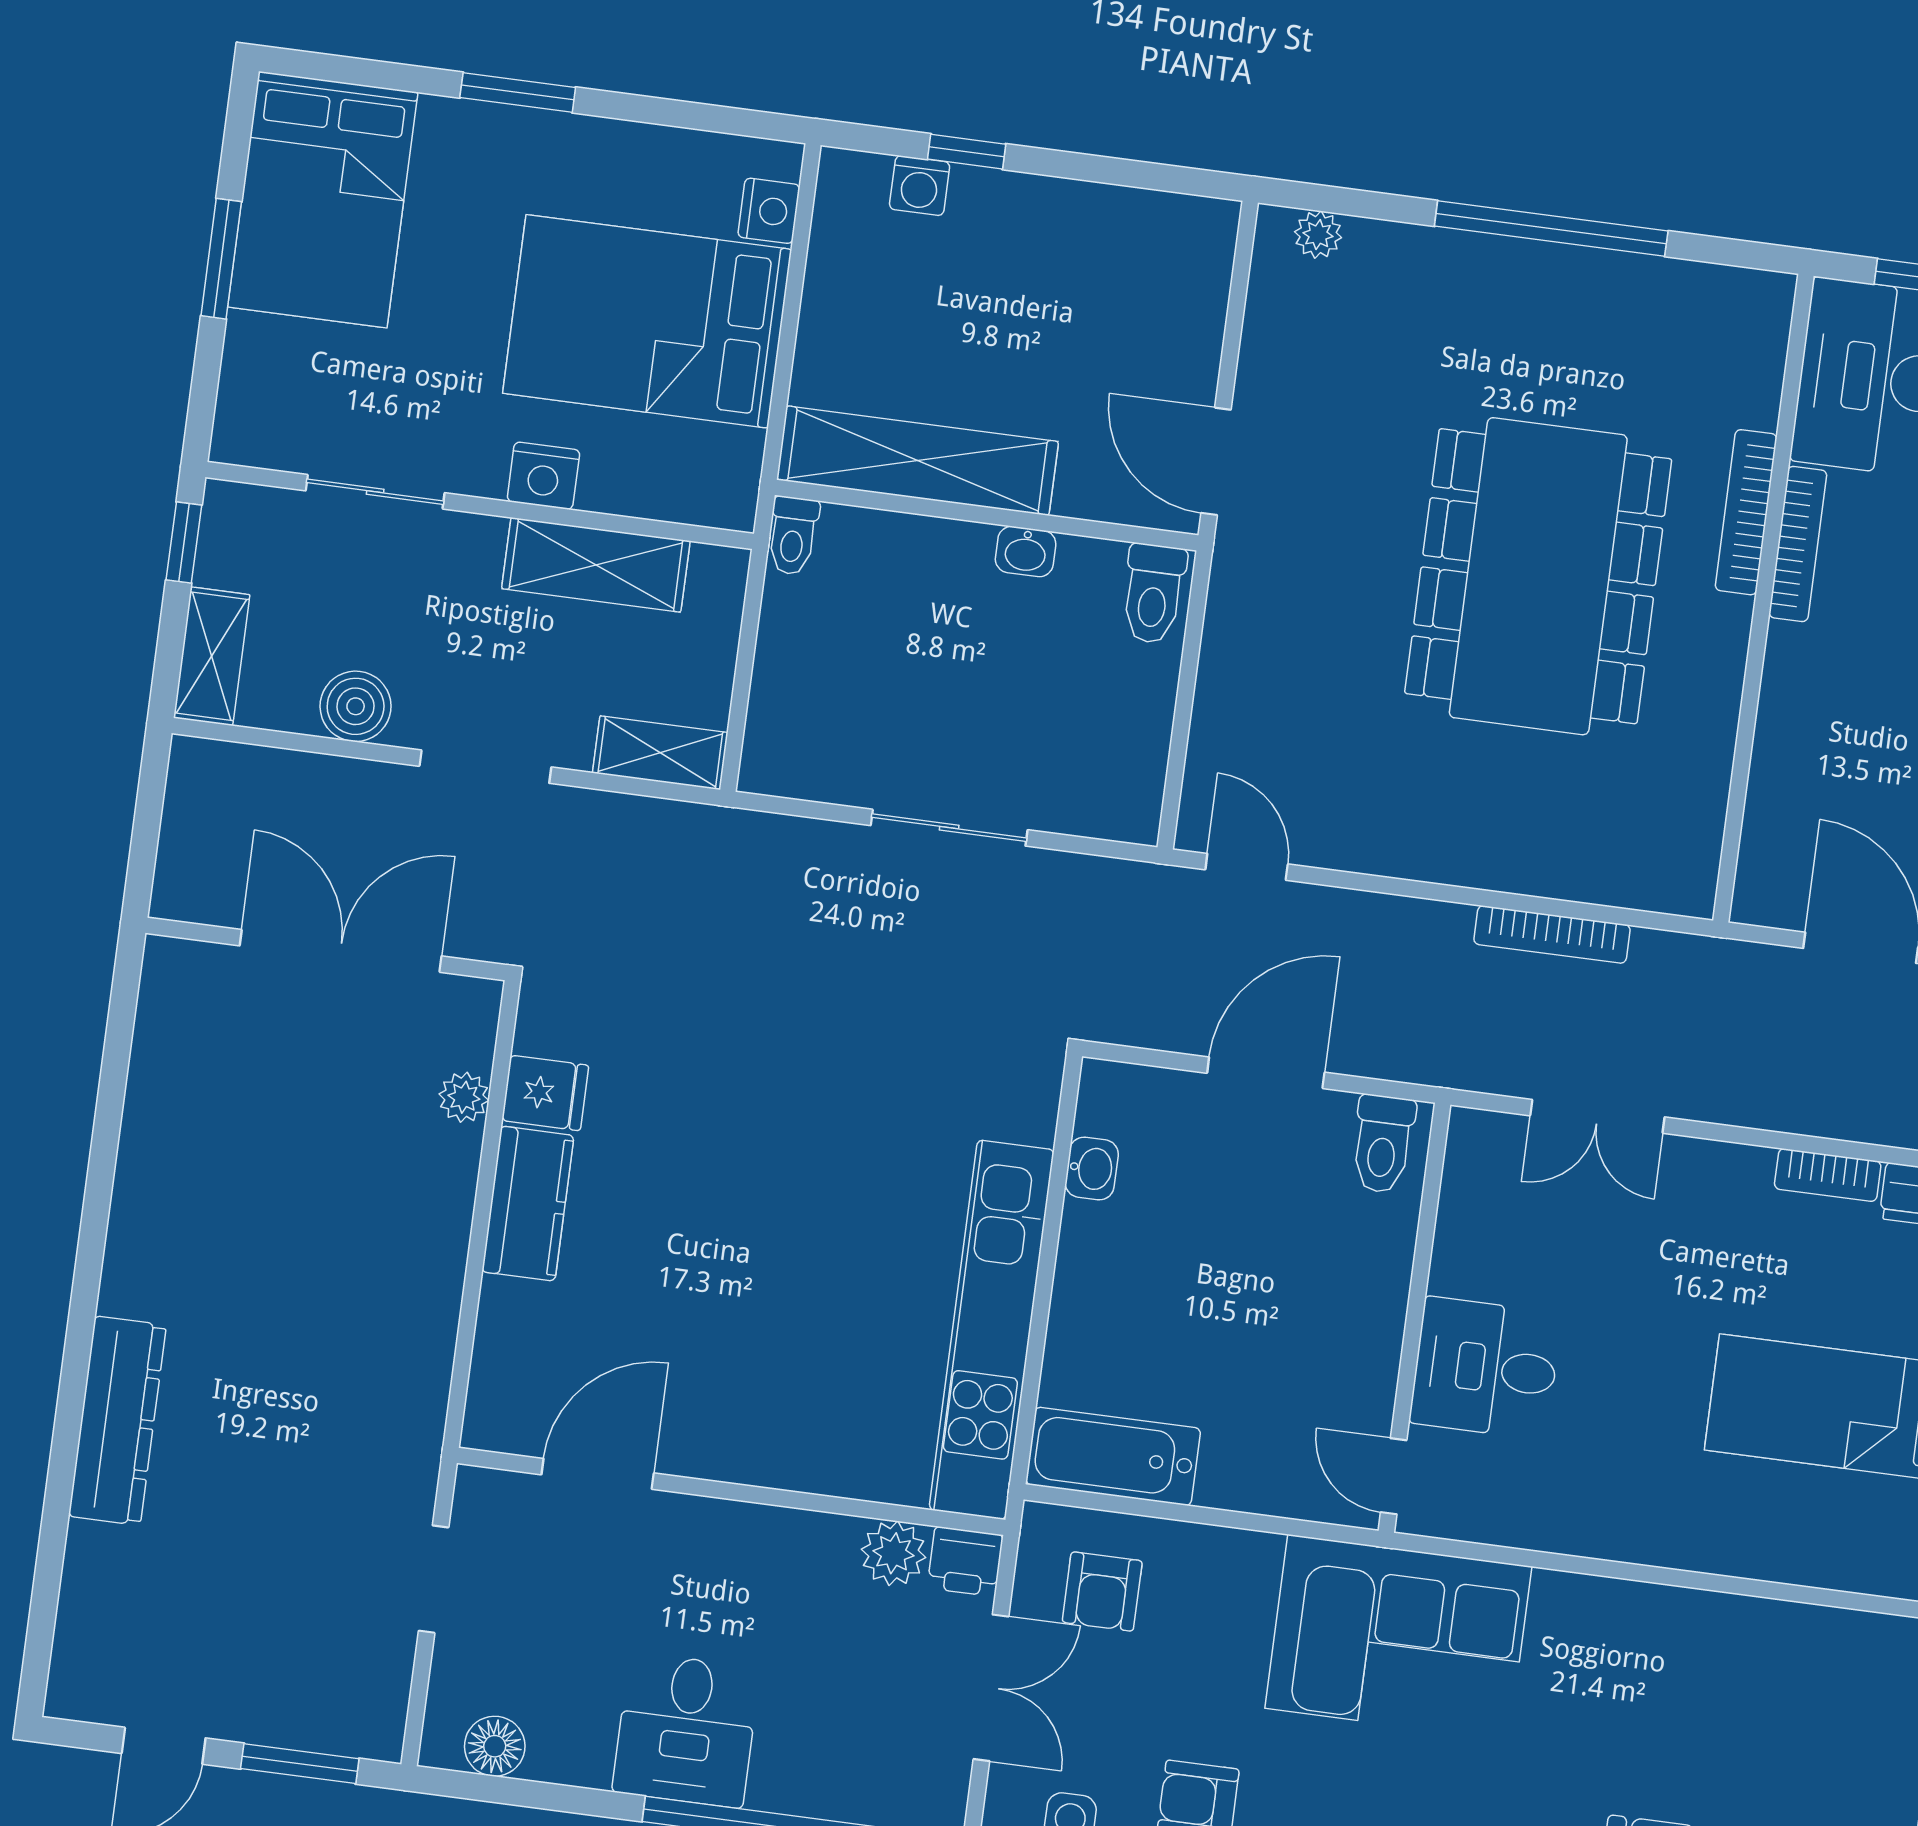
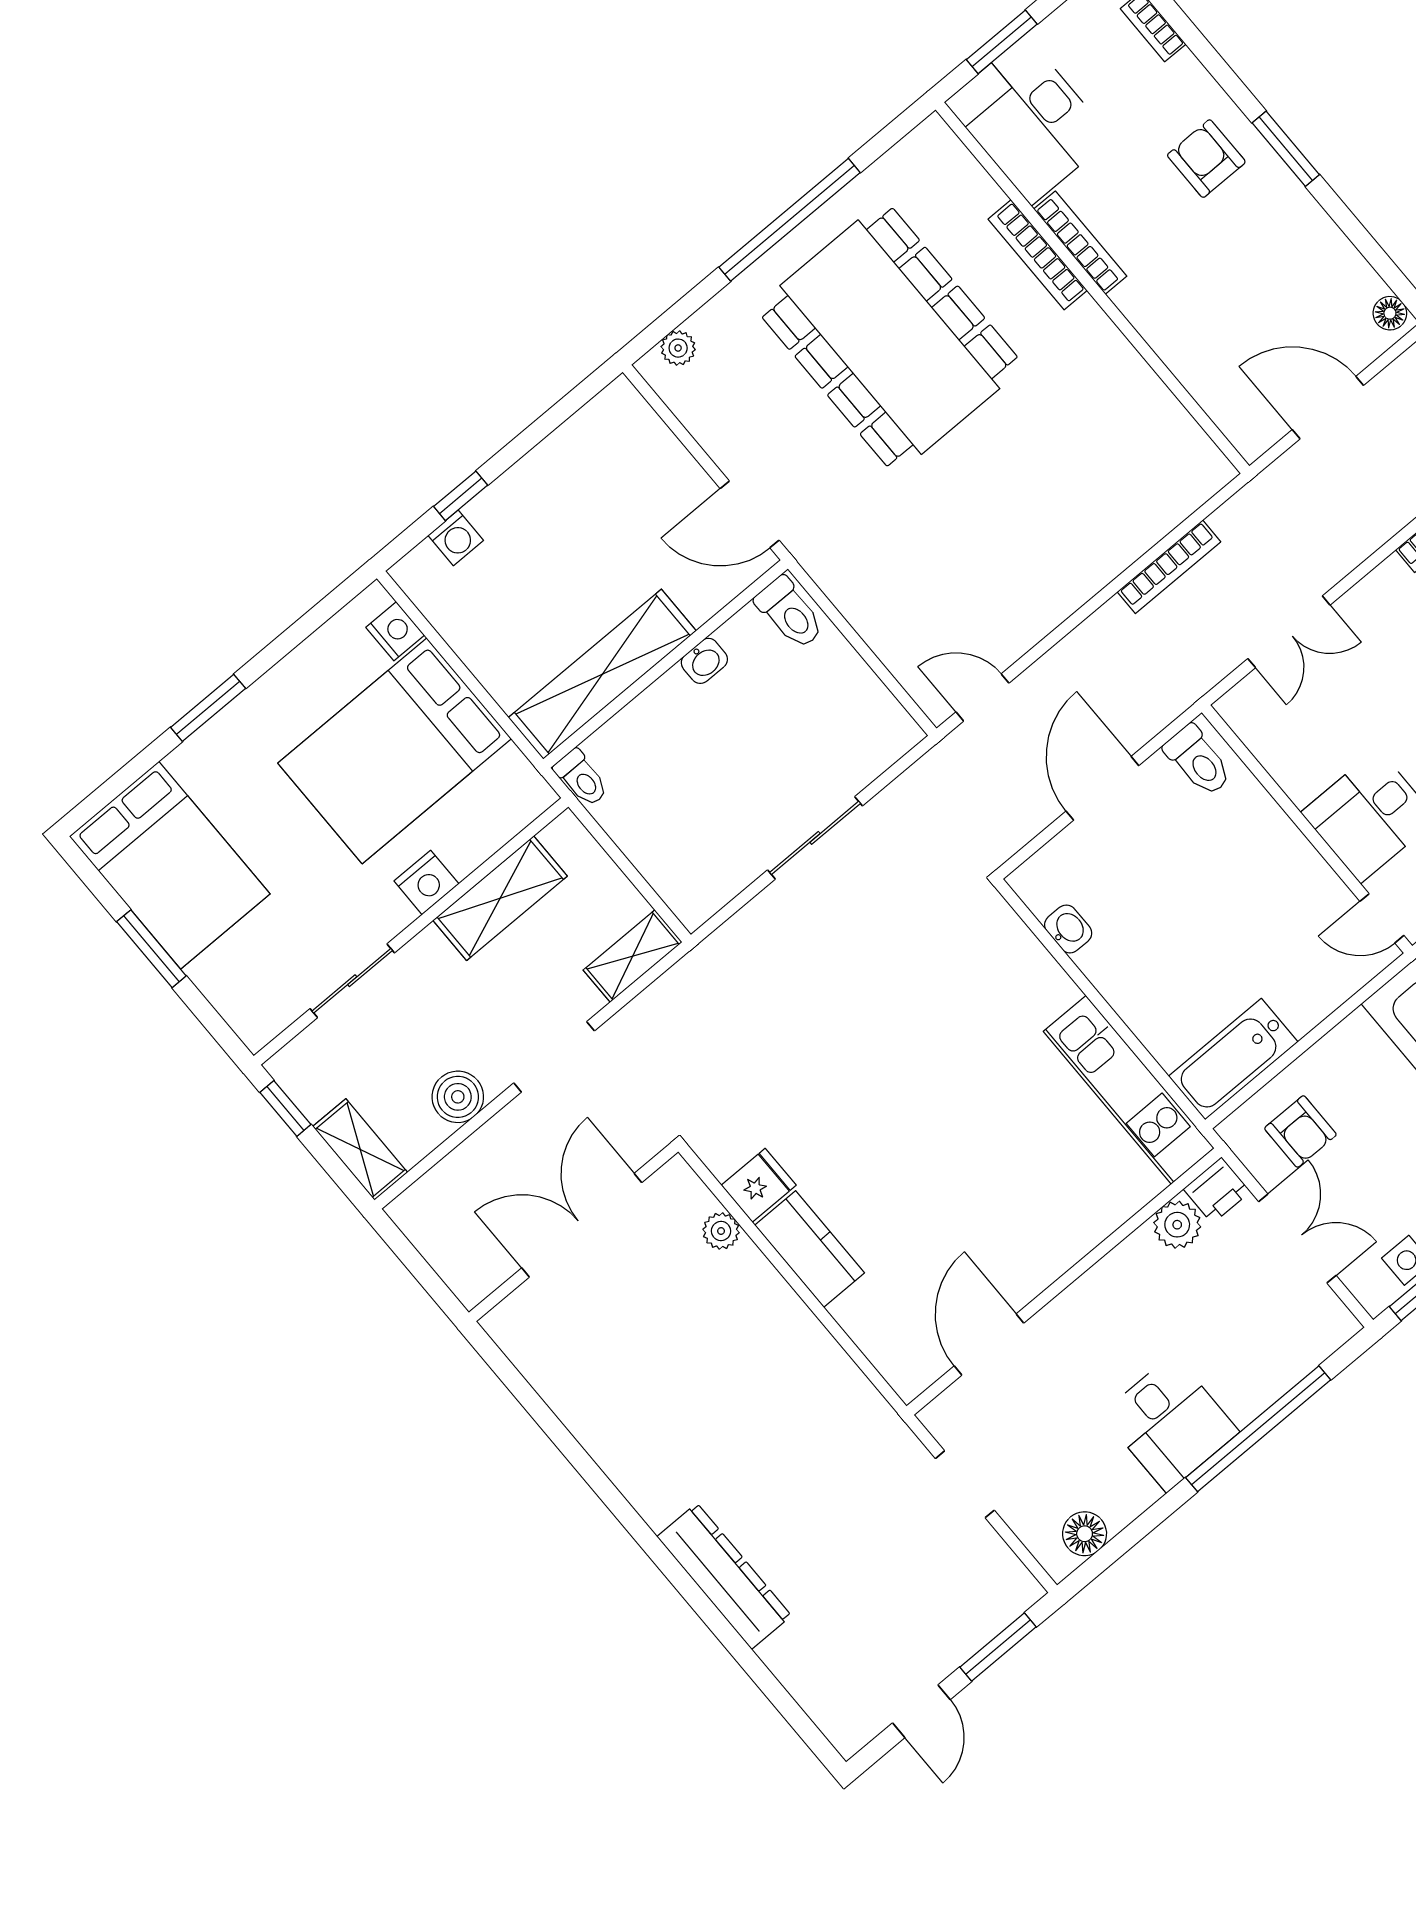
dining table: (1538, 576) -> (890, 337), moved
kitchen unit: (992, 1330) -> (1129, 1090), width x0.73

